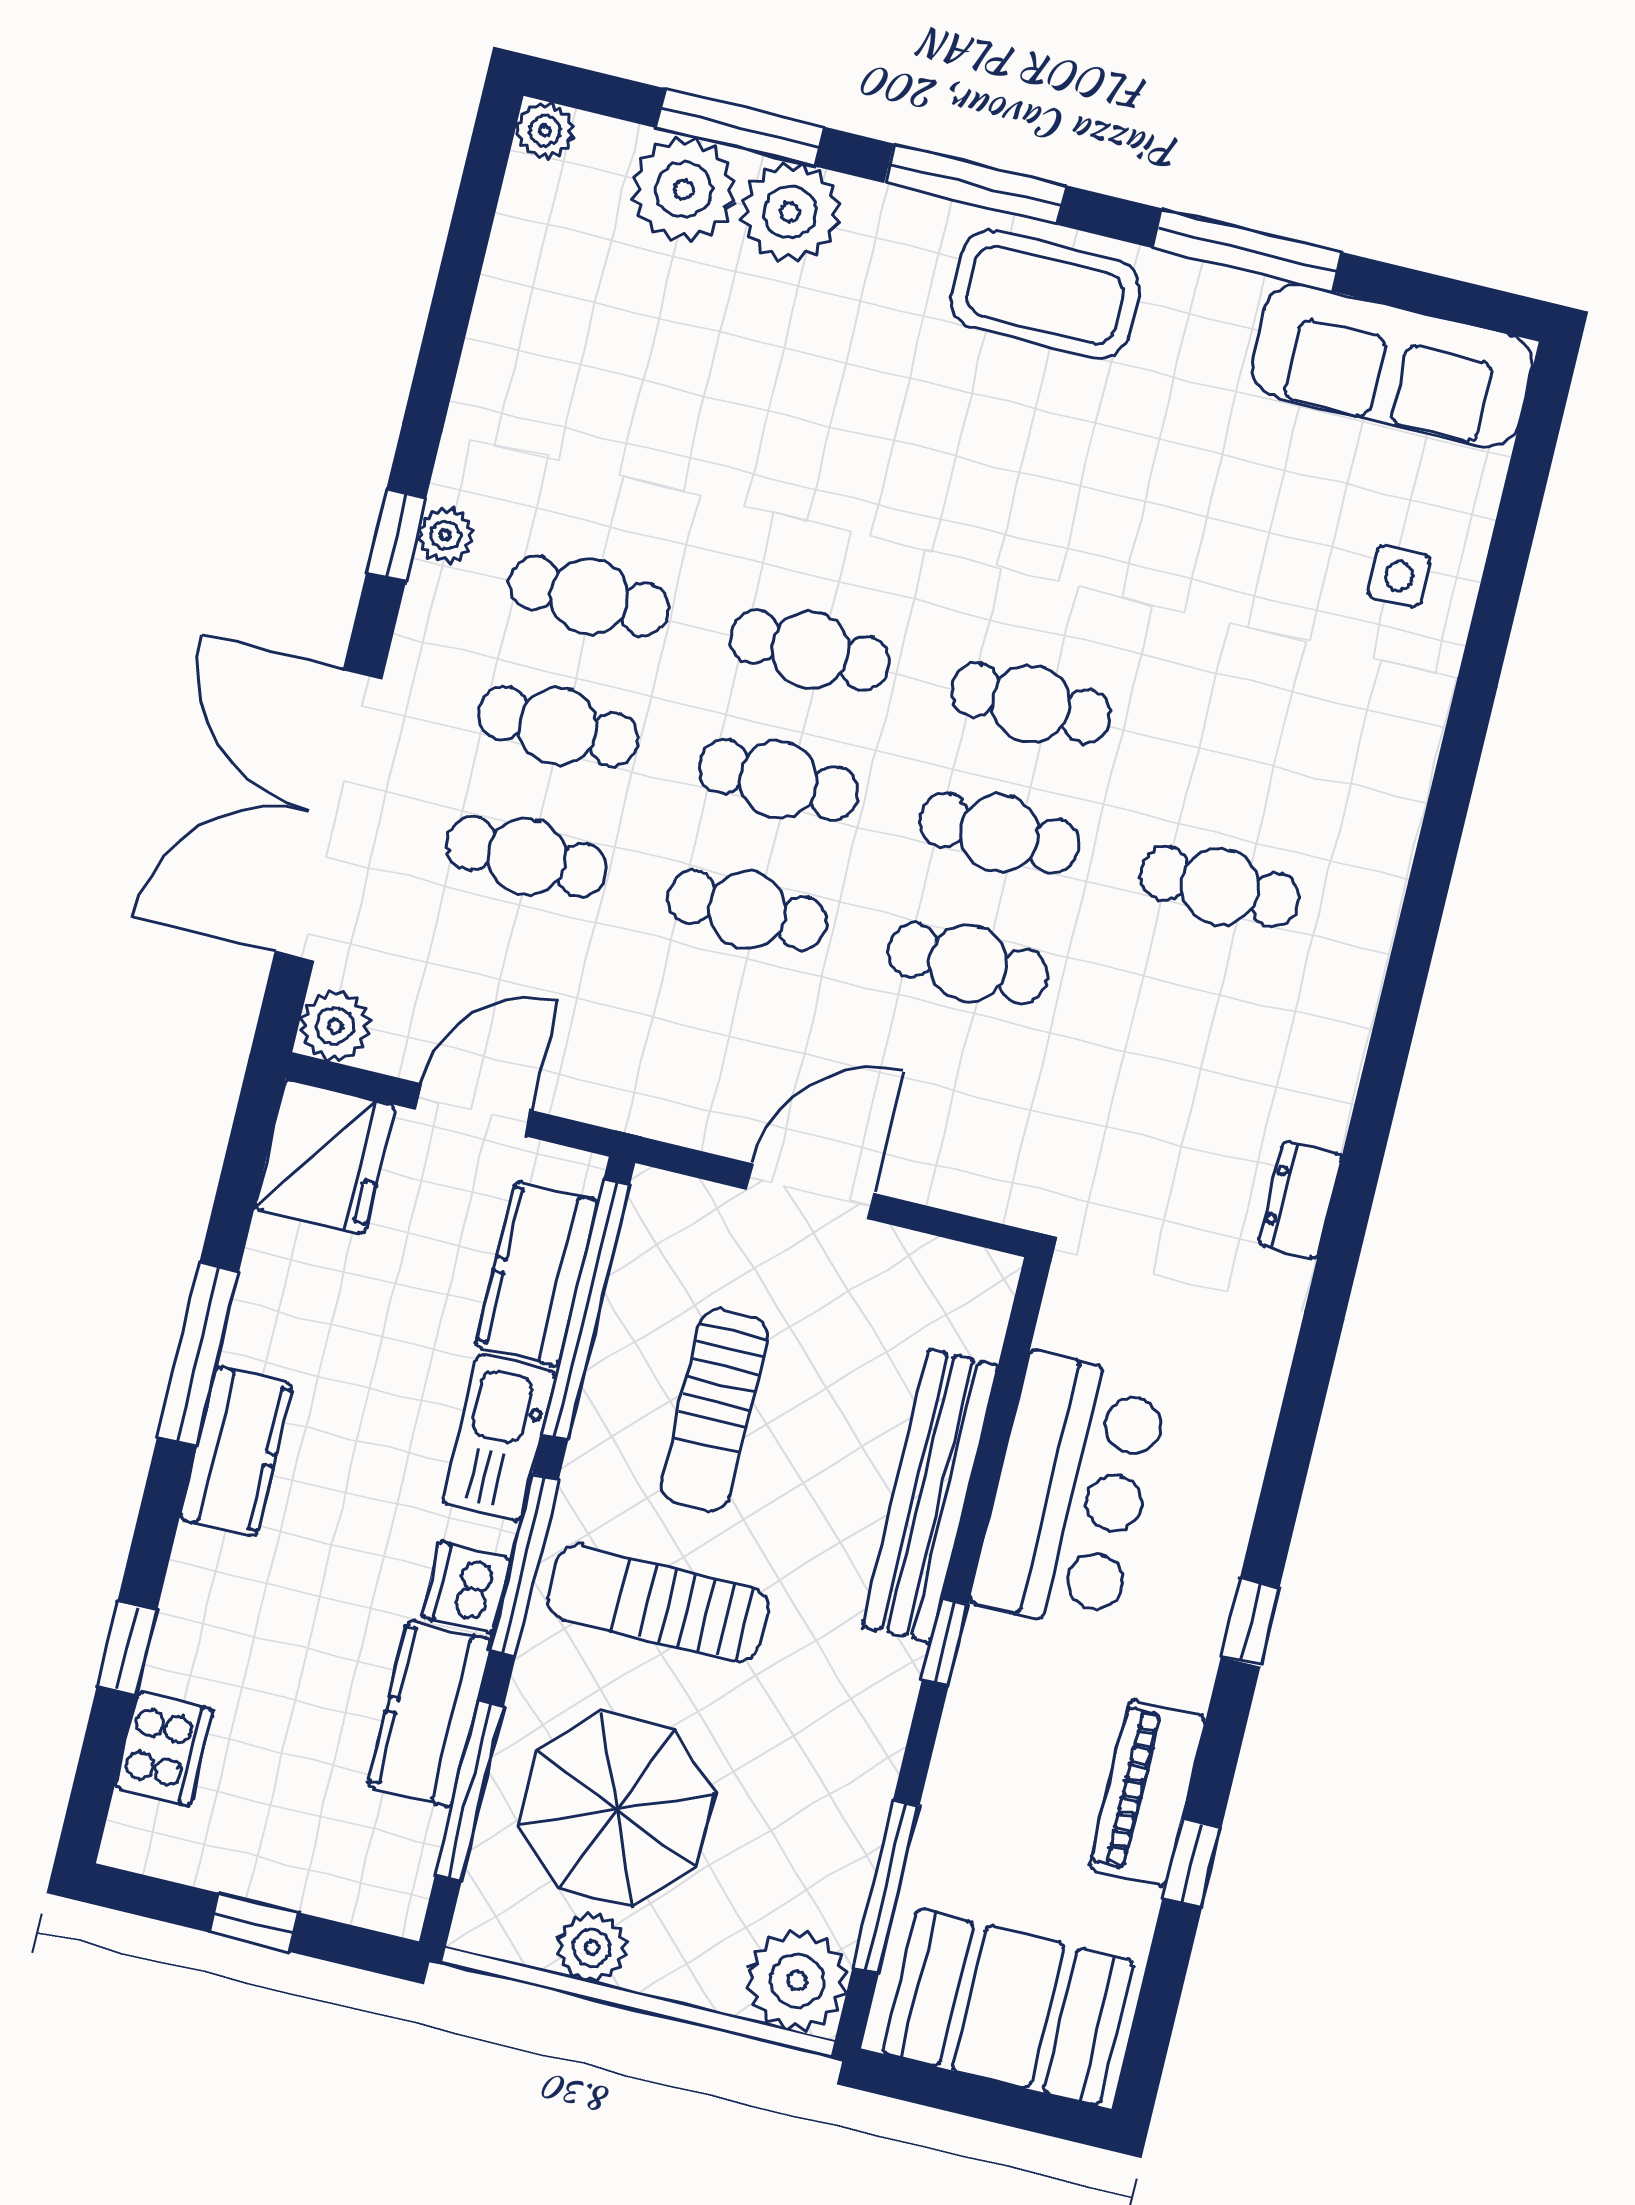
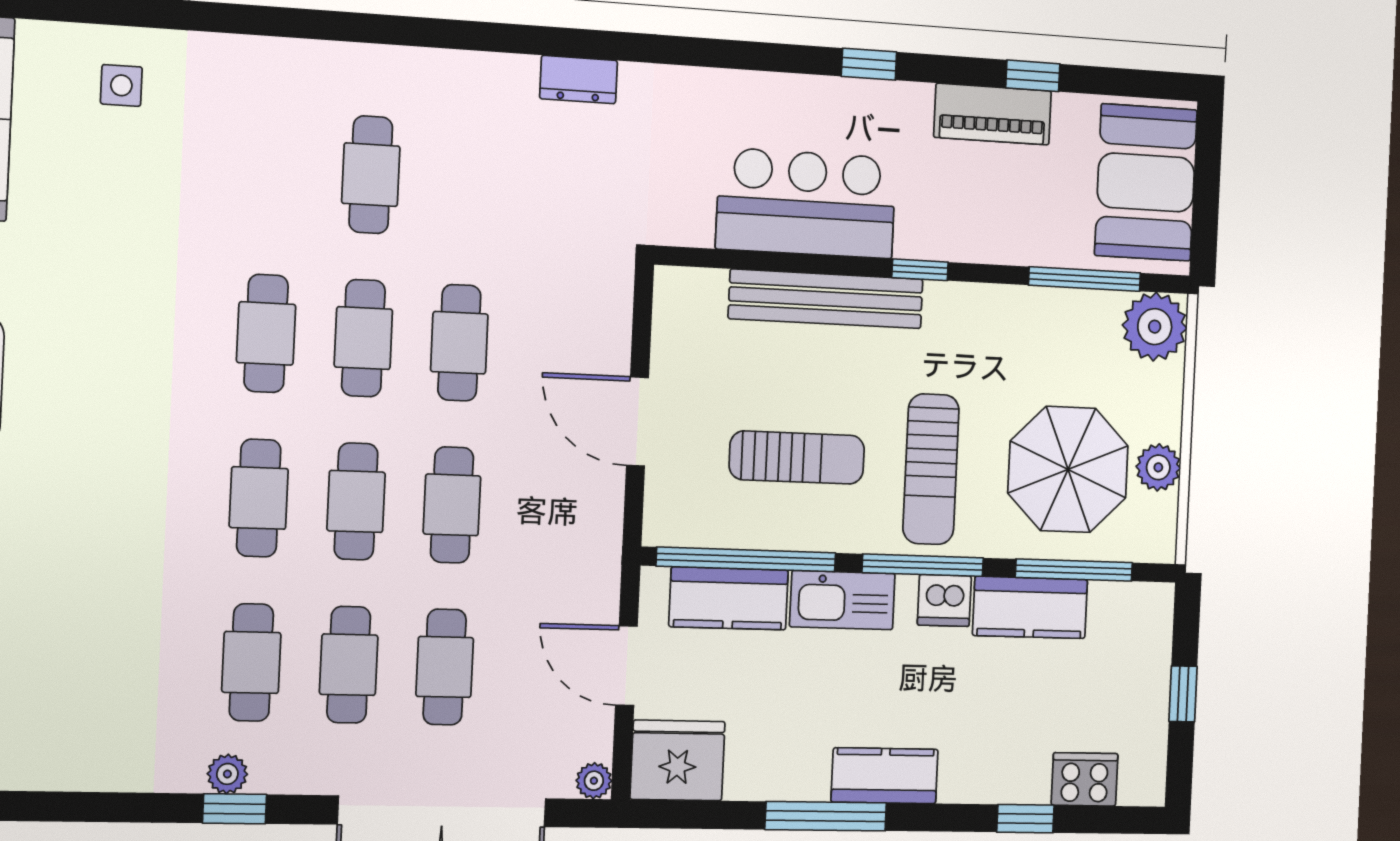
plant: (335, 1026) -> (594, 781), width x0.73, depth x0.73

